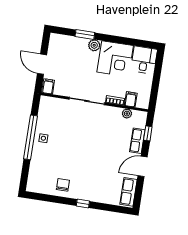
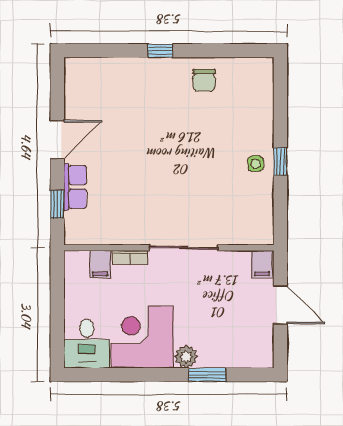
plant: (127, 114) -> (103, 236), removed
window: (31, 137) -> (280, 161), width x0.32
row of seats: (129, 192) -> (77, 87), removed

